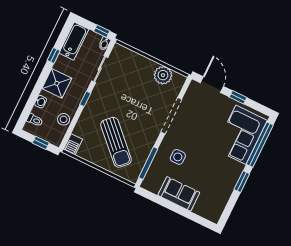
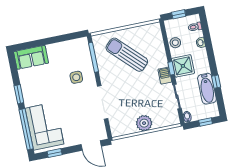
window: (102, 31) -> (206, 122), moved
bathtub: (74, 41) -> (207, 89), moved
plant: (163, 75) -> (144, 123), moved
shower: (57, 83) -> (183, 66), moved
window: (238, 97) -> (55, 153), moved
barbecue: (73, 144) -> (165, 76), moved
sofa: (179, 194) -> (31, 57), moved

